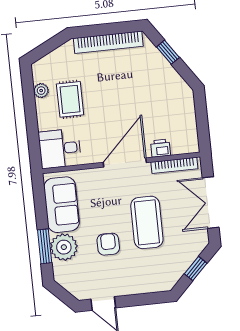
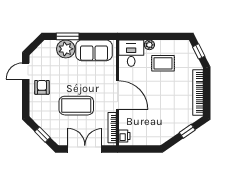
window: (47, 48) -> (199, 51), added
plant: (41, 91) -> (149, 45), moved
printer: (160, 148) -> (124, 136), moved
armchair: (108, 244) -> (42, 87), moved, turned -90

